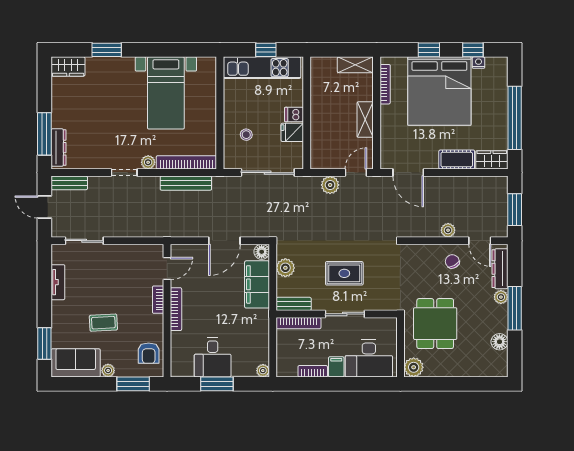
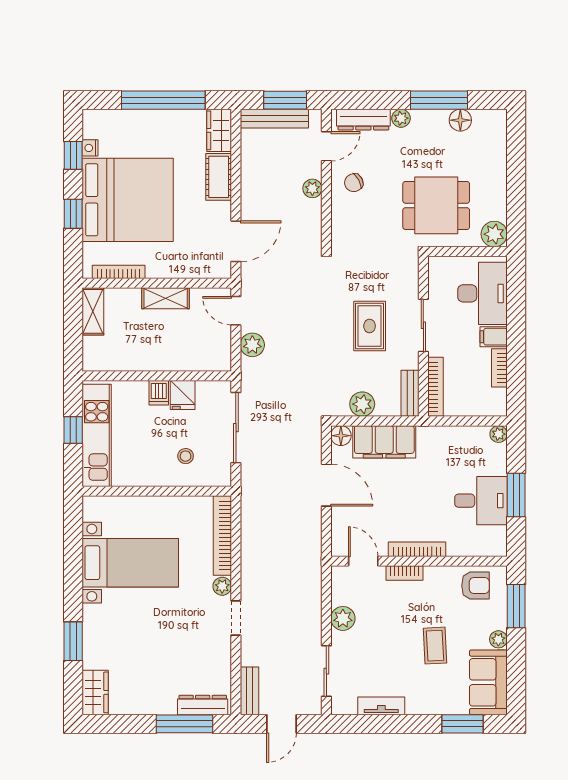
bench: (186, 183) -> (274, 119), moved, turned 90
plant: (124, 253) -> (343, 618), added
window: (515, 308) -> (439, 100), moved

